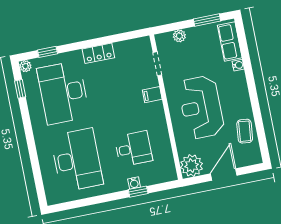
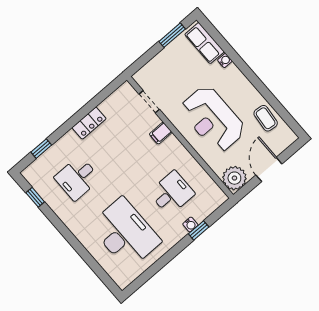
plant: (179, 36) -> (155, 64), removed
plant: (25, 66) -> (28, 173), removed
desk: (63, 93) -> (77, 178), width x0.53, depth x0.77

